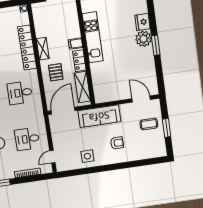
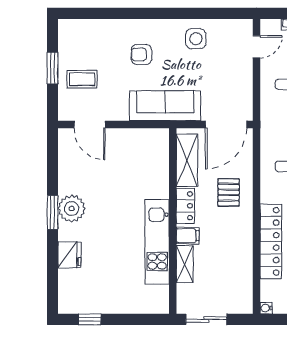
plant: (143, 39) -> (72, 208), moved
shelving: (43, 49) -> (185, 264), moved

